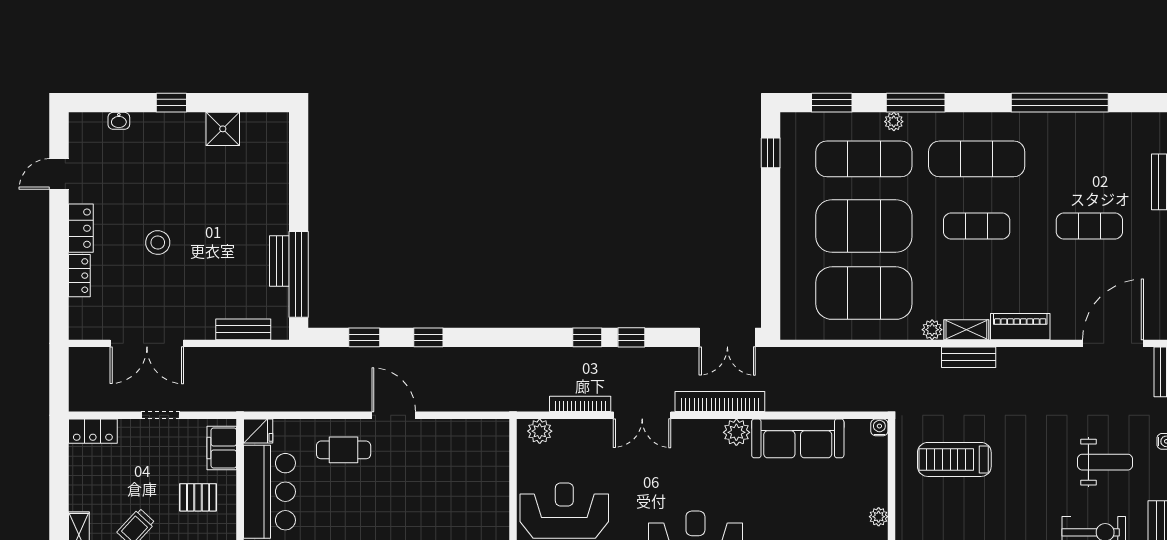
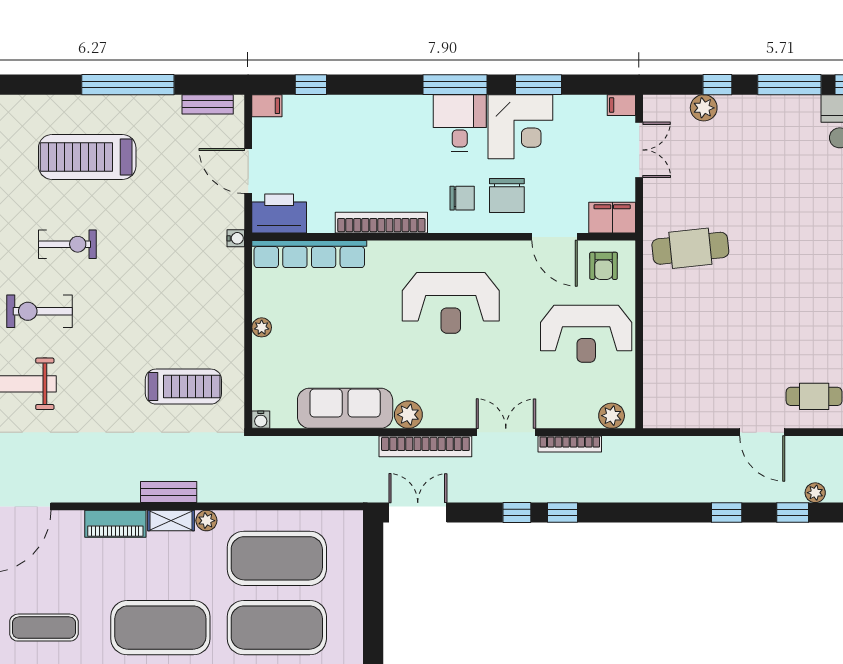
exercise mat: (977, 226) -> (160, 628), width x2.00, depth x1.45
plant: (342, 357) -> (815, 493), added

